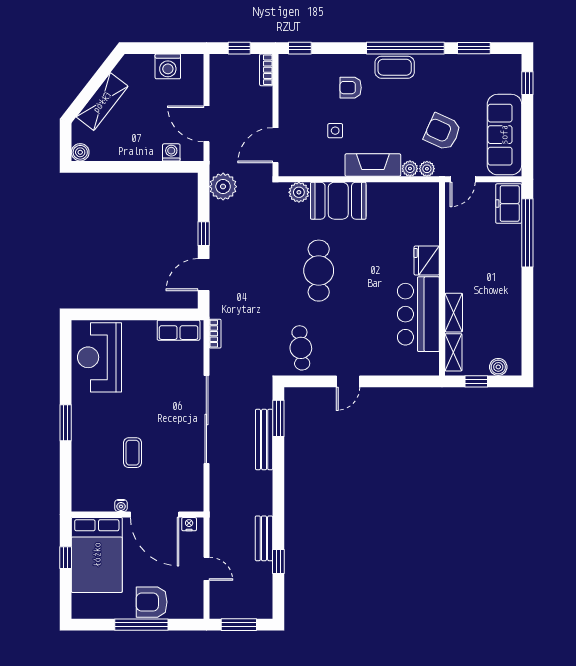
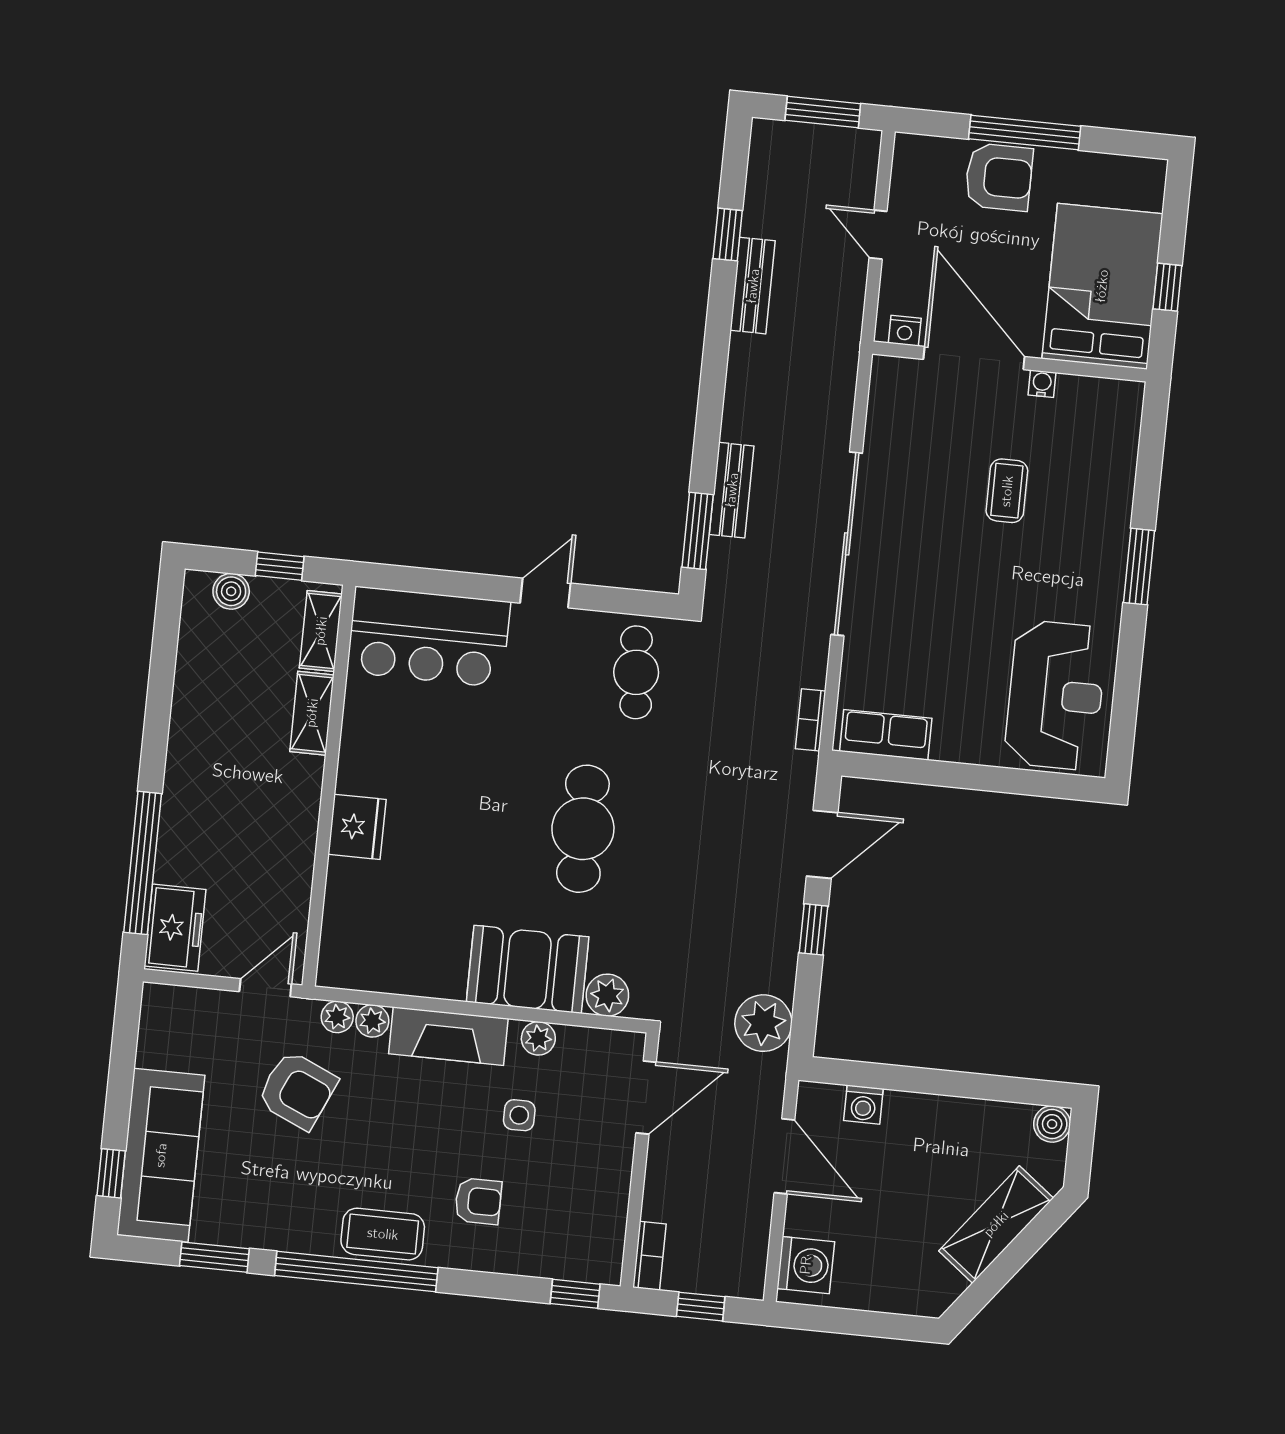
washing machine: (168, 66) -> (806, 1265), moved, turned 90
sofa: (504, 135) -> (161, 1155), moved
plant: (330, 168) -> (538, 1038), added
bar counter: (418, 314) -> (429, 637), moved, turned 90
bench: (264, 440) -> (732, 490), width x0.73

